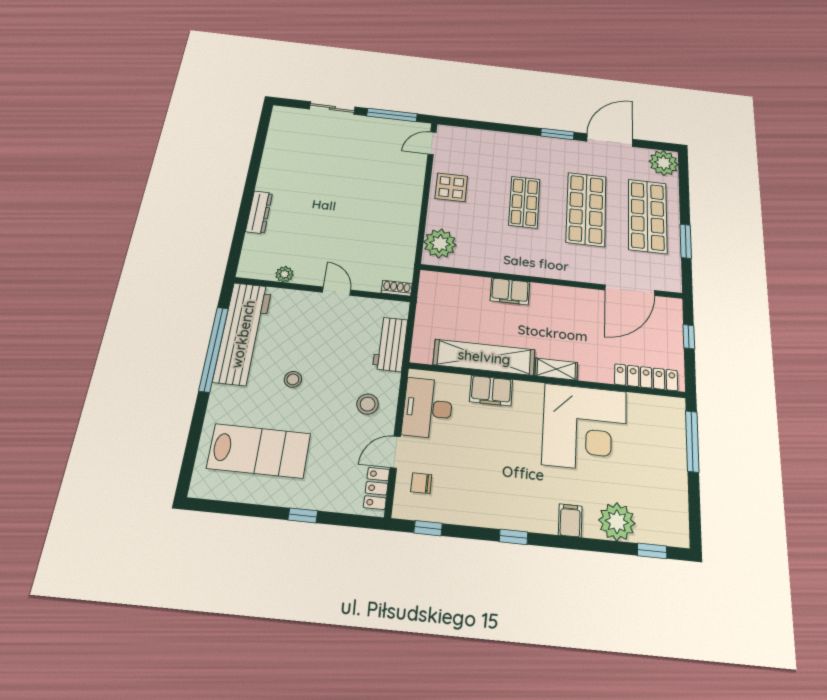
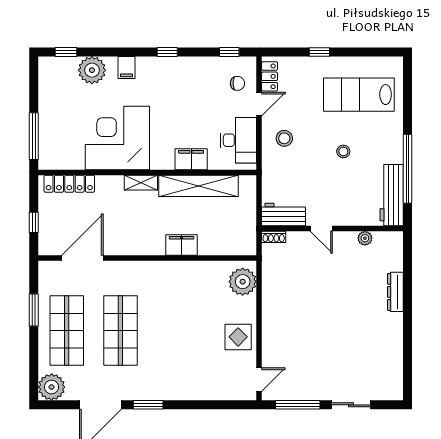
shop shelf: (524, 202) -> (174, 331), removed
workbench: (243, 334) -> (392, 195), width x0.73, depth x0.76
workbench: (390, 344) -> (284, 214), moved, turned -90

